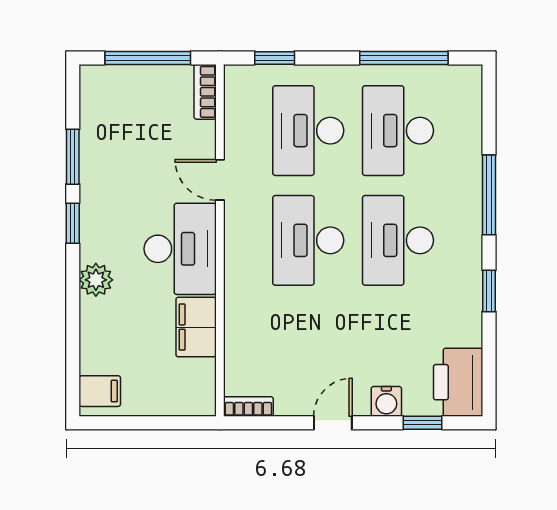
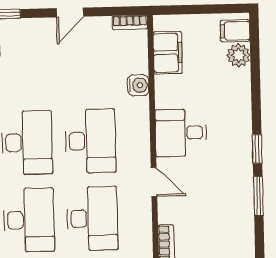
desk: (180, 249) -> (181, 133), width x0.73
plant: (96, 280) -> (239, 55), moved
filing cabinet: (196, 327) -> (168, 53), moved
water cooler: (386, 401) -> (138, 85), moved, turned 90

